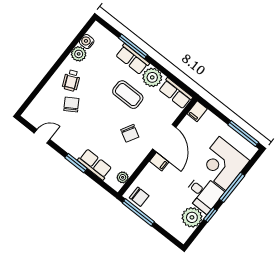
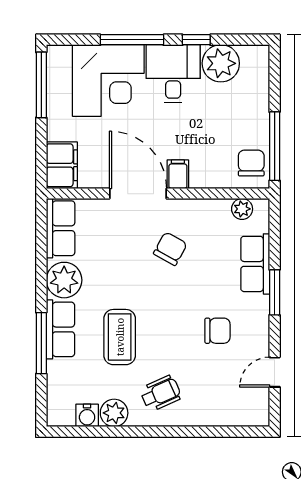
coffee table: (128, 95) -> (120, 337), moved
chair: (71, 105) -> (217, 331), moved, turned -148
filing cabinet: (197, 111) -> (62, 165), width x2.00
door: (42, 136) -> (275, 372), hinge flipped
door: (164, 138) -> (138, 194), hinge flipped

